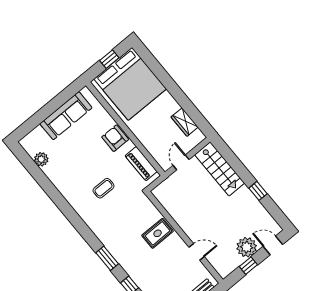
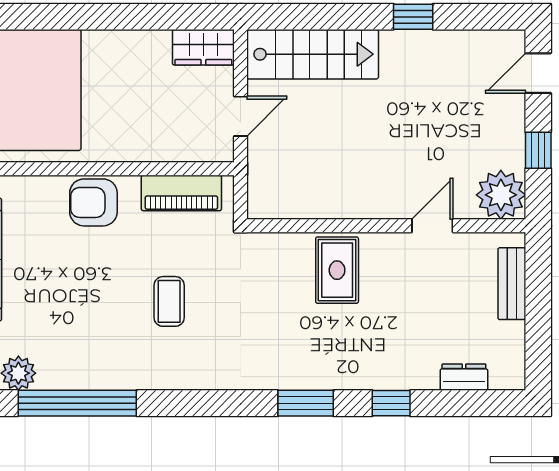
wardrobe: (185, 122) -> (203, 47), moved
door: (181, 162) -> (241, 116), swing flipped
window: (47, 186) -> (77, 403), added
plant: (247, 247) -> (501, 195), moved

